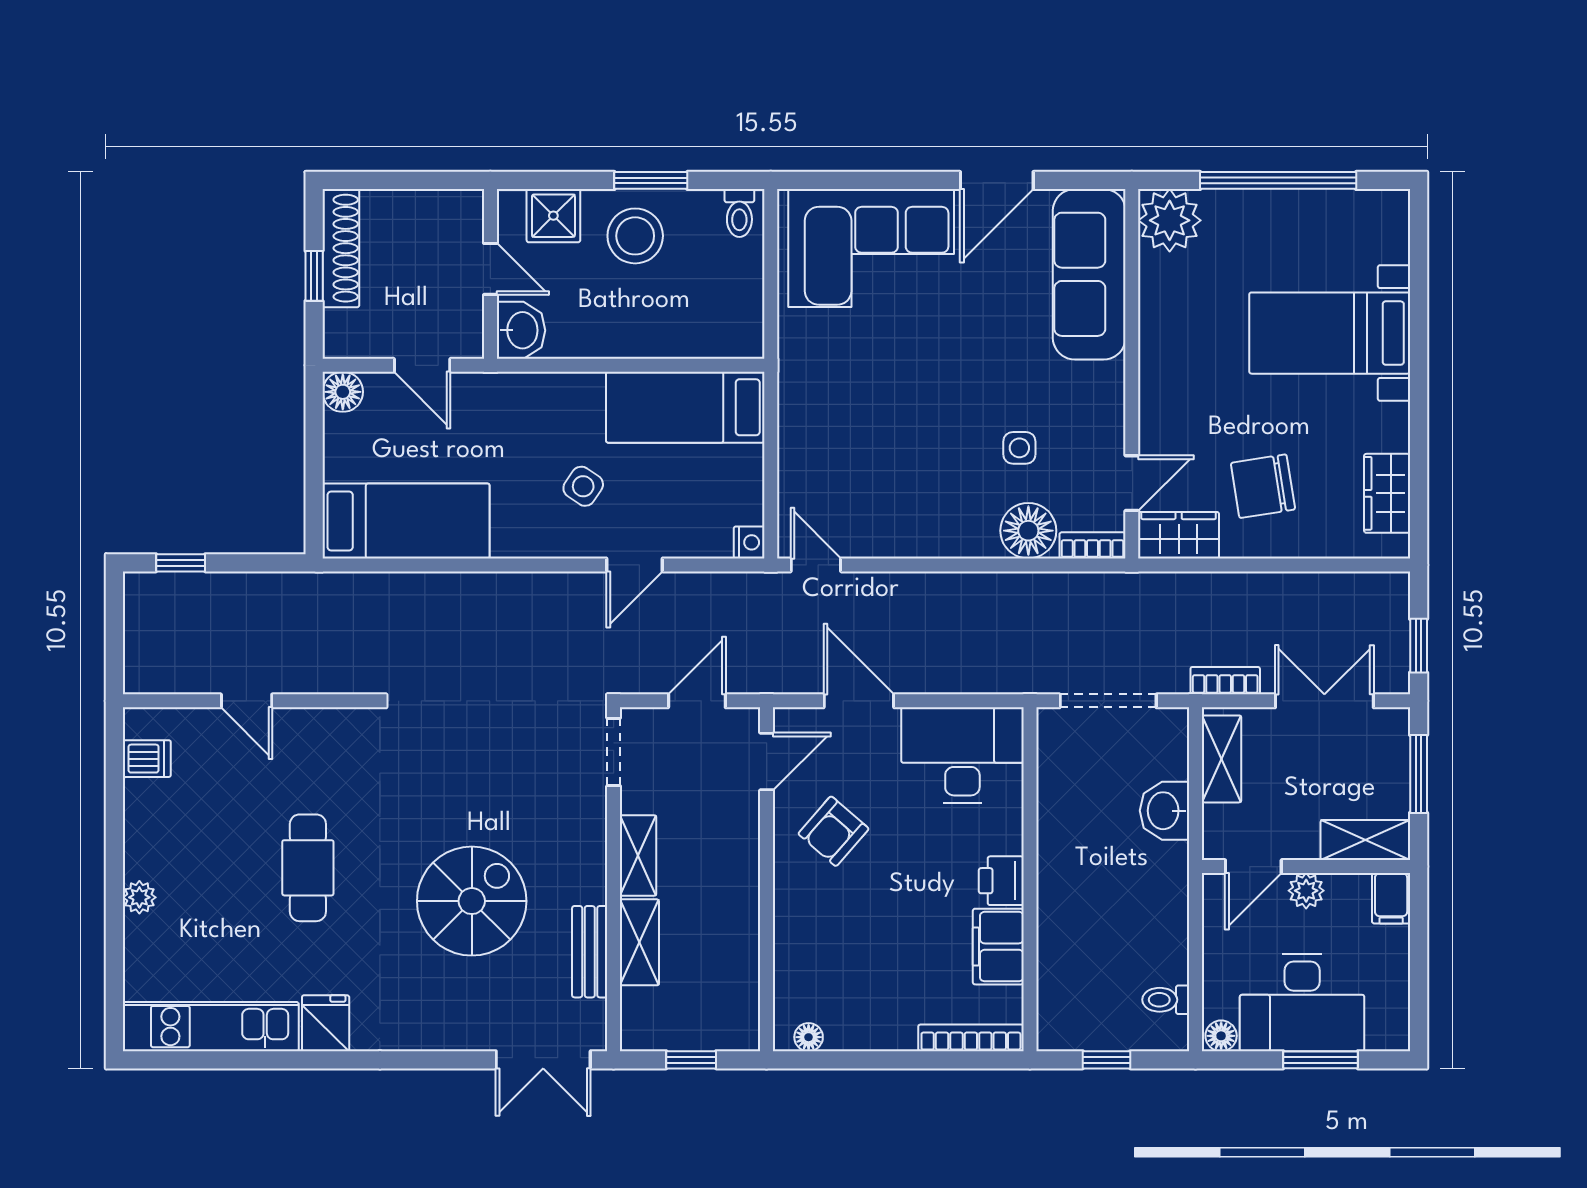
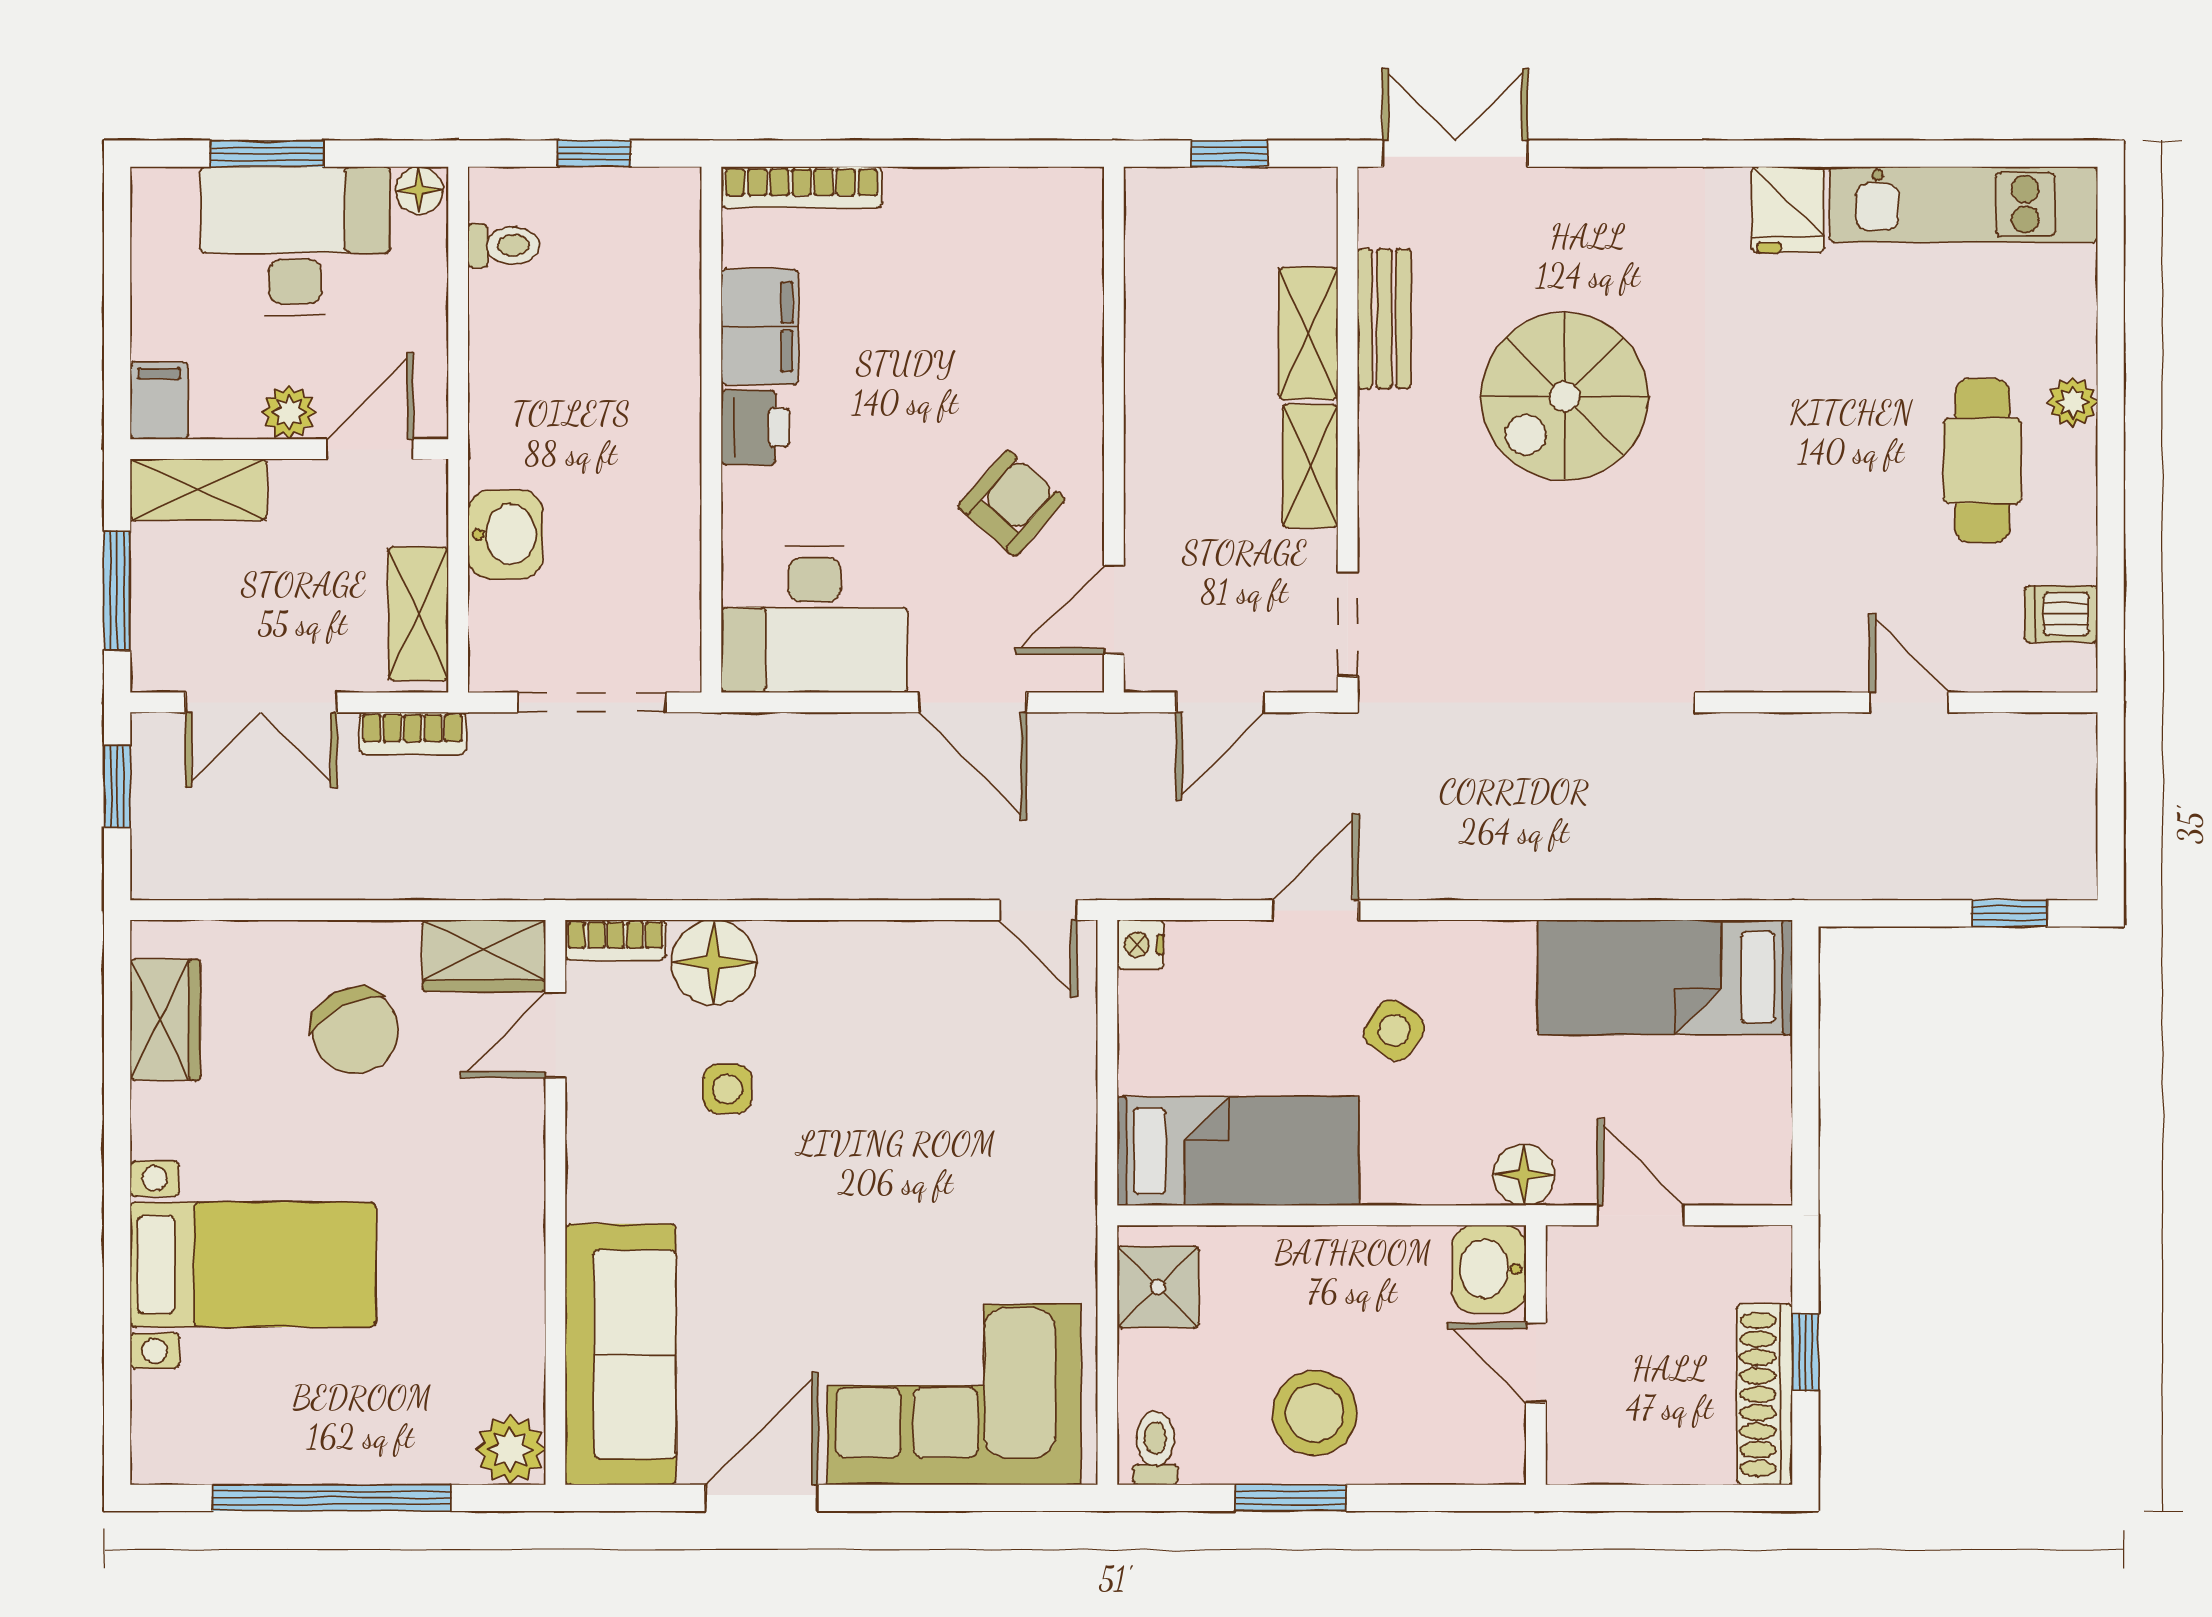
shower: (553, 216) -> (1158, 1287), moved
plant: (1170, 220) -> (511, 1450), width x0.73, depth x0.73
floor lamp: (343, 392) -> (1524, 1175), moved
chair: (1263, 486) -> (355, 1030), turned 71
cafe table: (308, 868) -> (1982, 461), moved
floor lamp: (809, 1037) -> (1050, 188), removed

